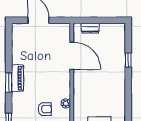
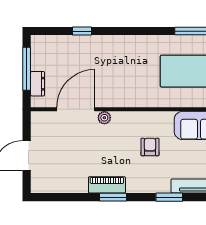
window: (101, 20) -> (27, 69), added
plant: (66, 103) -> (104, 118), moved

